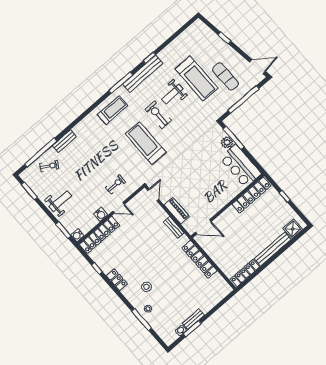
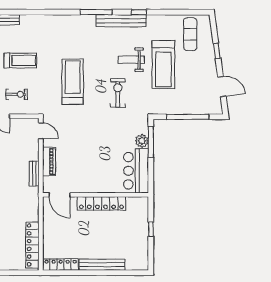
door: (258, 67) -> (222, 87), moved
exercise mat: (225, 76) -> (190, 34), moved
treadmill: (113, 110) -> (20, 61), moved
exercise bike: (158, 115) -> (118, 93), moved
door: (153, 195) -> (41, 131), hinge flipped
locker: (251, 195) -> (101, 203), moved
shower: (293, 229) -> (134, 263), removed
locker: (199, 259) -> (32, 245), moved

